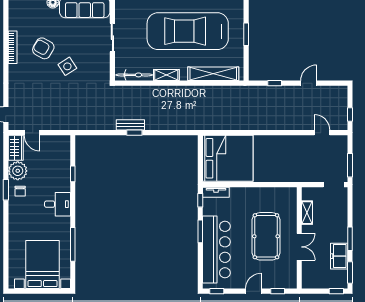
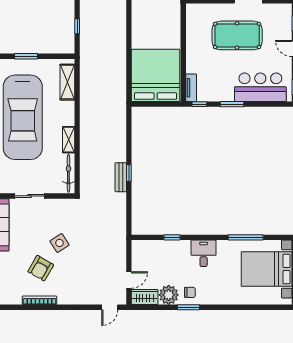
shelving: (213, 74) -> (67, 82), width x0.68
bar counter: (216, 250) -> (260, 87), width x0.73

